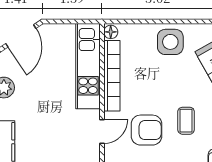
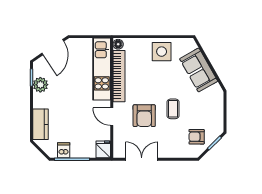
armchair: (146, 130) -> (144, 116), turned 90
door: (102, 131) -> (112, 117), swing flipped

